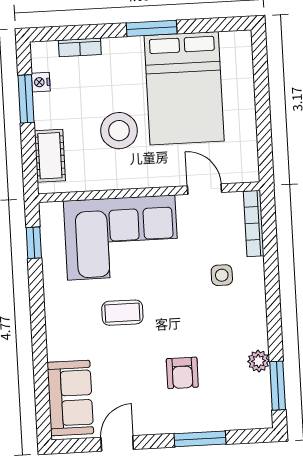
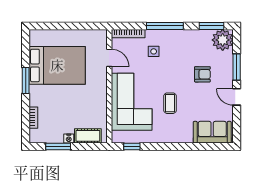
nightstand: (41, 82) -> (69, 139), moved
stool: (119, 131) -> (77, 100), removed
door: (204, 189) -> (109, 58), swing flipped
window: (273, 294) -> (165, 26), added
plant: (259, 361) -> (223, 40), moved, width x1.88, depth x1.88
door: (117, 443) -> (237, 97), moved

